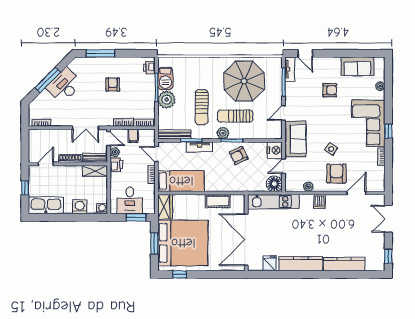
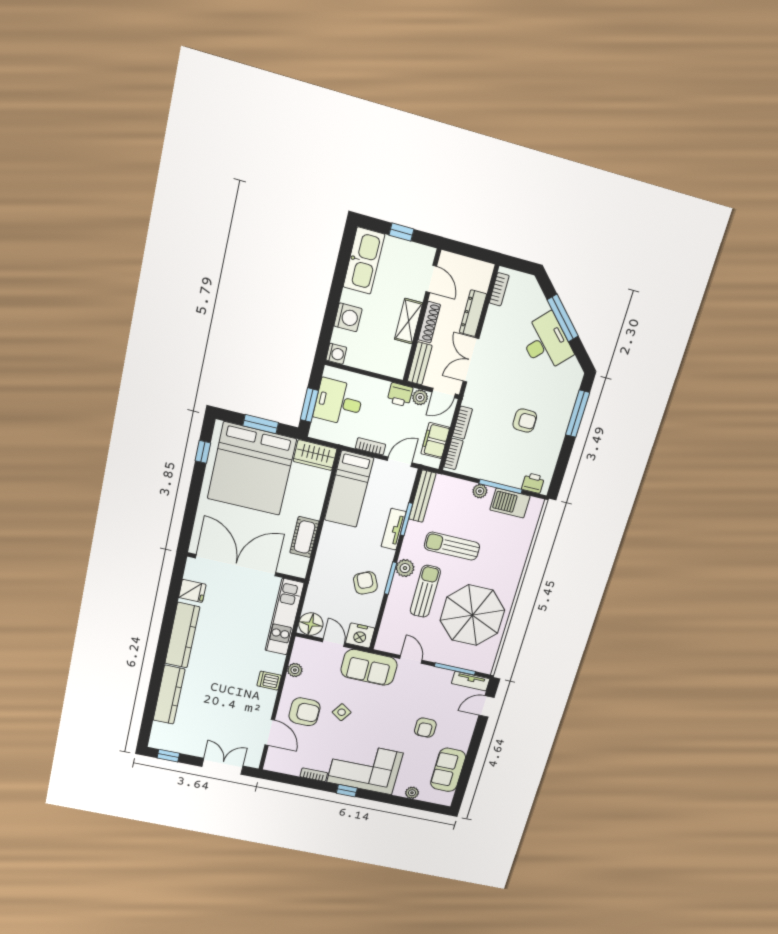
plant: (167, 100) -> (480, 491), width x0.53, depth x0.53
dresser: (59, 134) -> (473, 313), added
filing cabinet: (133, 136) -> (435, 441), width x2.00
shelving: (95, 171) -> (409, 321), moved

